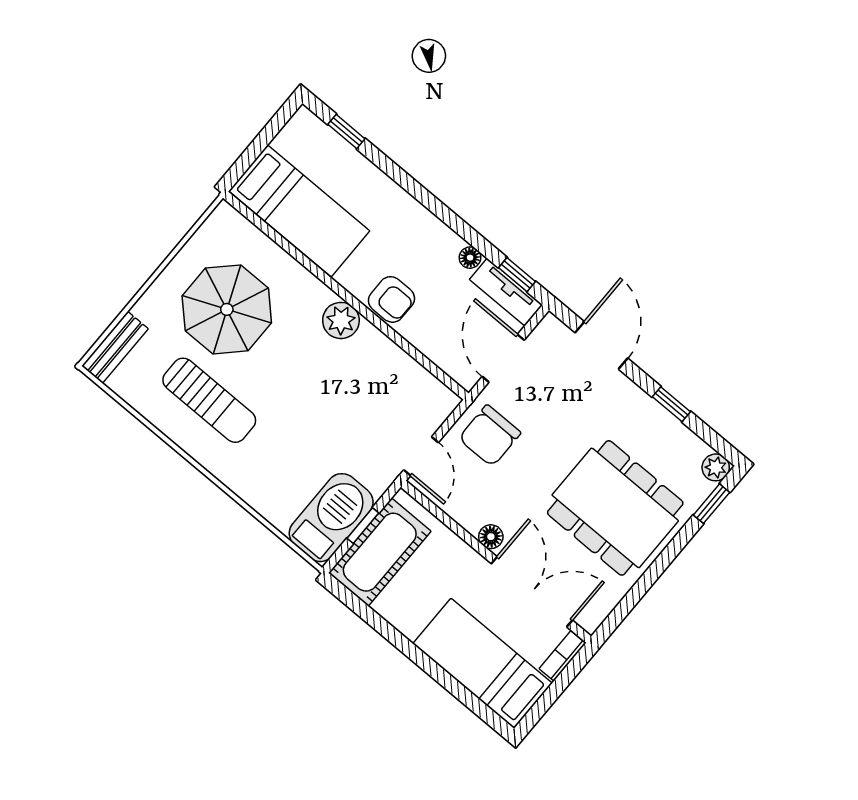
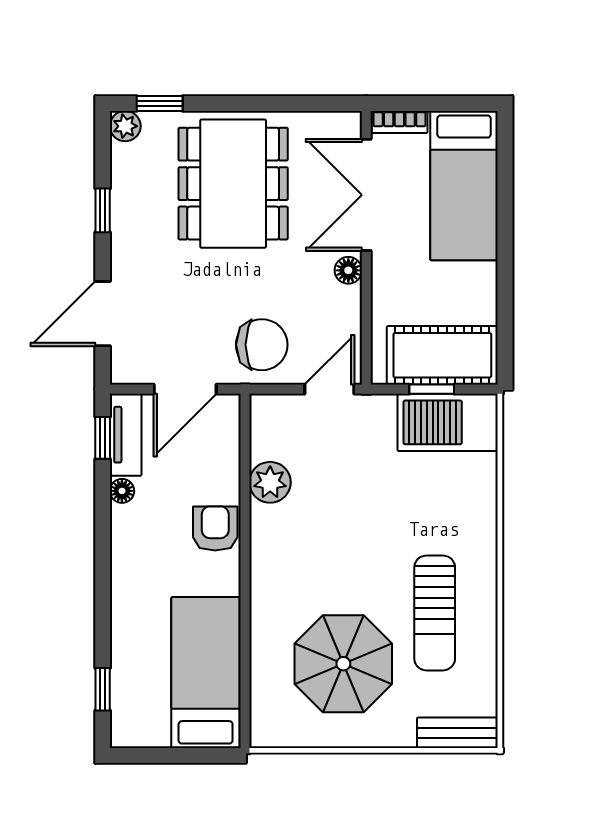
plant: (341, 320) -> (270, 482), moved
sun lounger: (209, 400) -> (435, 613), turned 180

